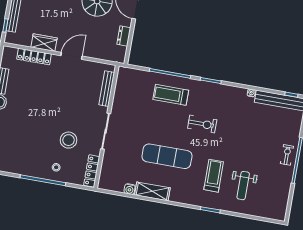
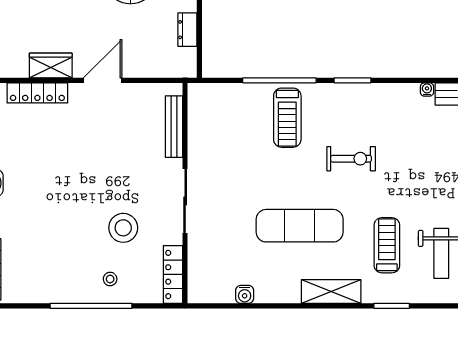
treadmill: (171, 95) -> (287, 118), turned -90
shelving: (152, 191) -> (331, 291), moved

